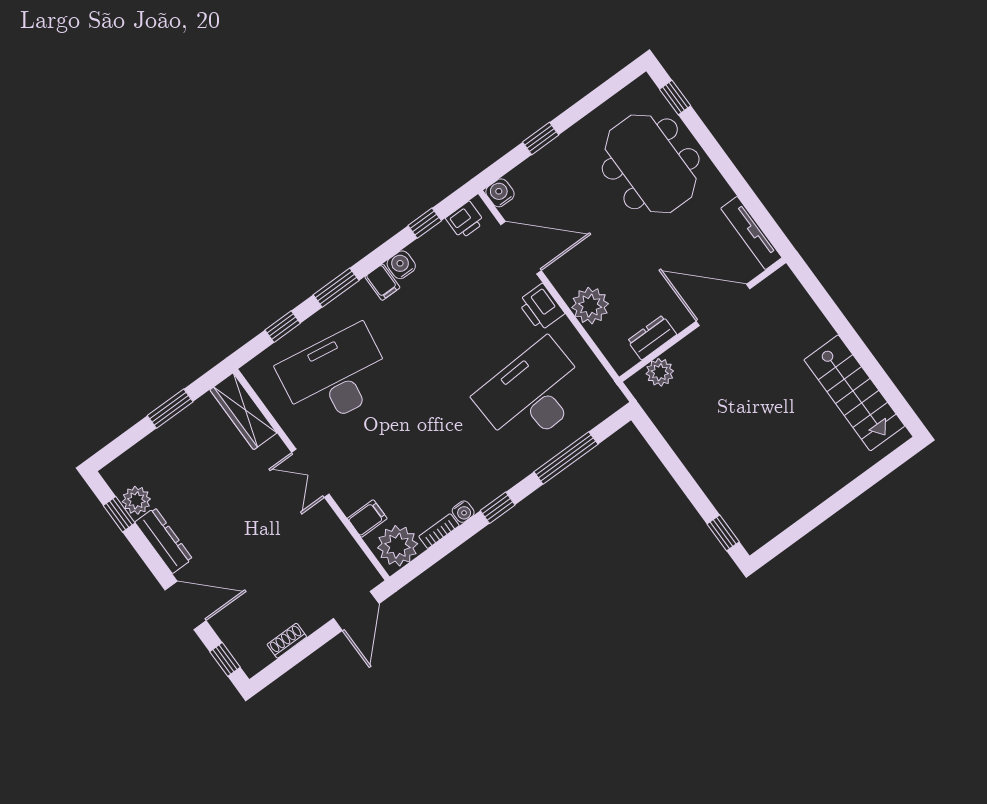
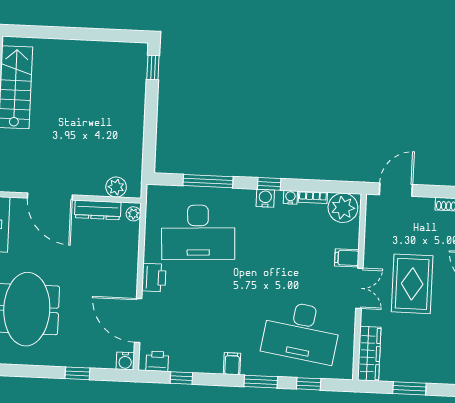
water cooler: (401, 265) -> (265, 198), moved, turned 180
plant: (590, 306) -> (133, 214), moved, width x0.53, depth x0.53
dresser: (652, 338) -> (98, 210), width x1.44
filing cabinet: (367, 518) -> (347, 258), moved
rug: (257, 524) -> (412, 284), added

